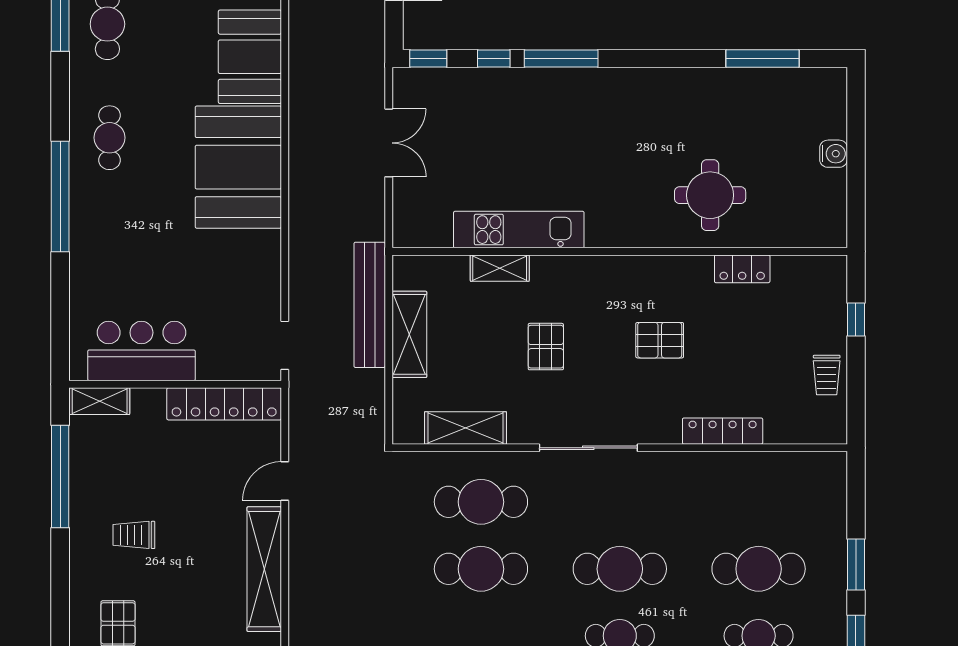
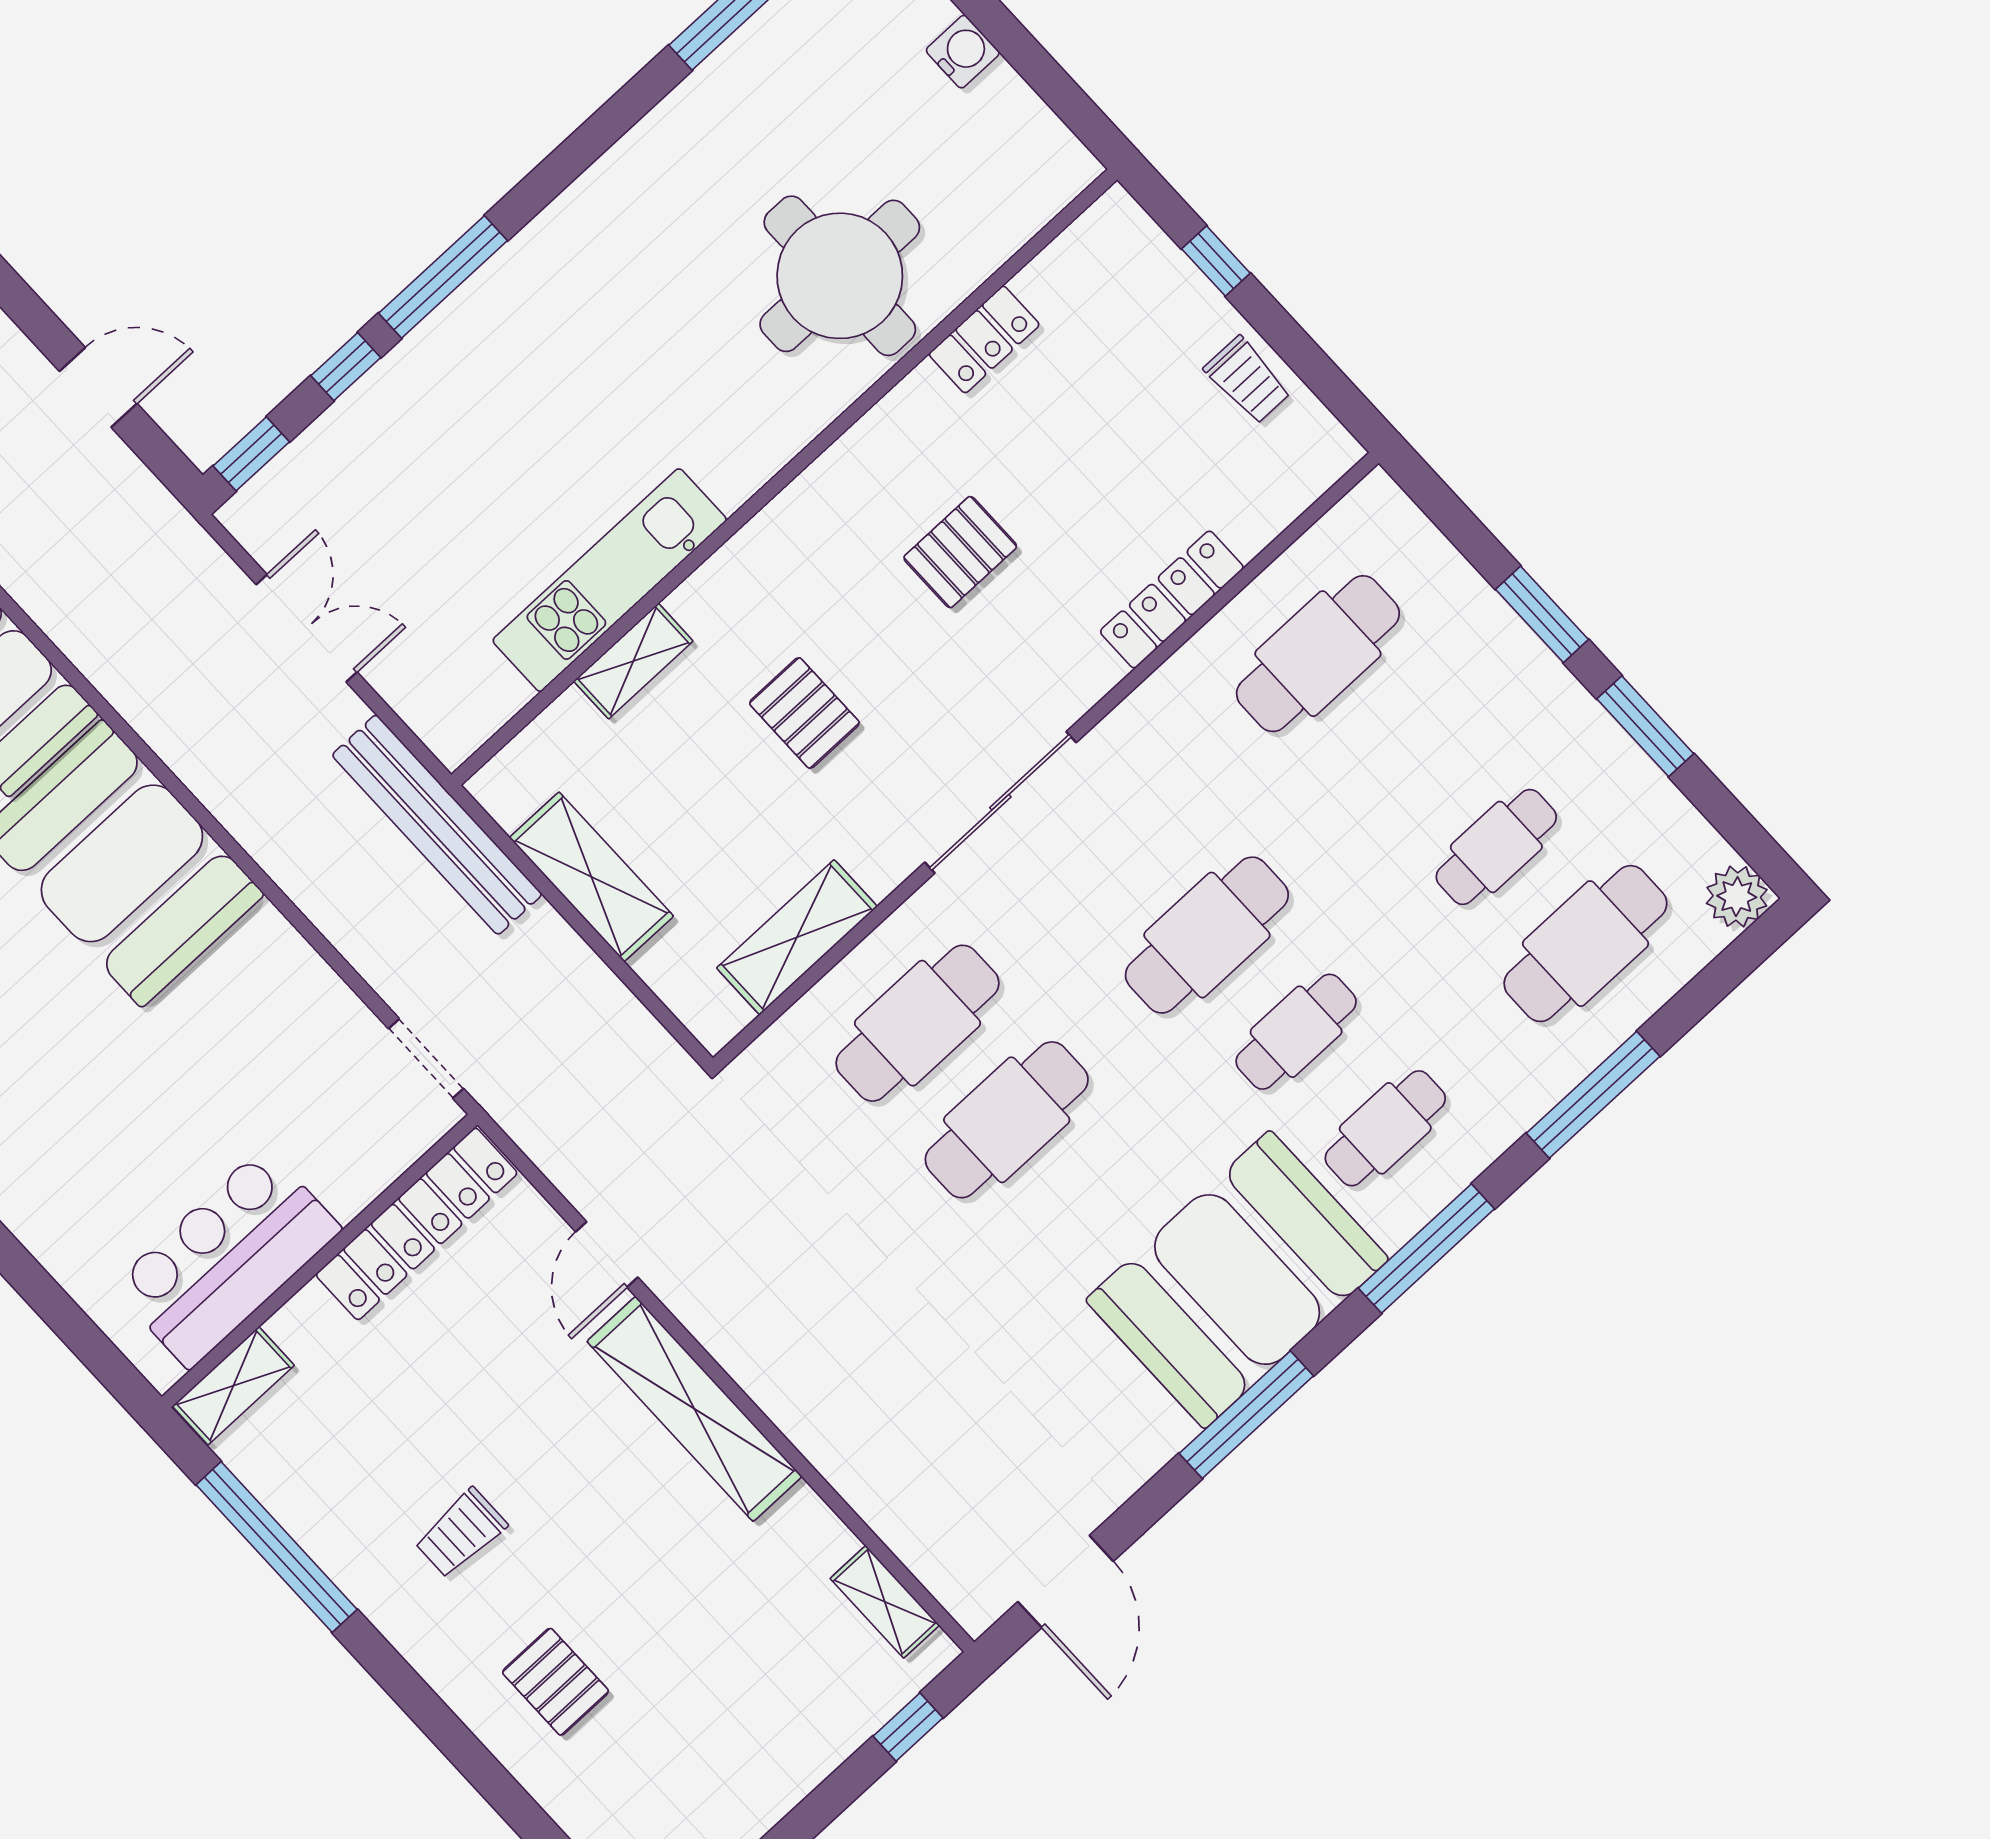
round table: (710, 195) -> (840, 276), width x1.36, depth x1.36
bench: (370, 305) -> (437, 825), moved
cafe table: (759, 569) -> (1318, 654), moved

